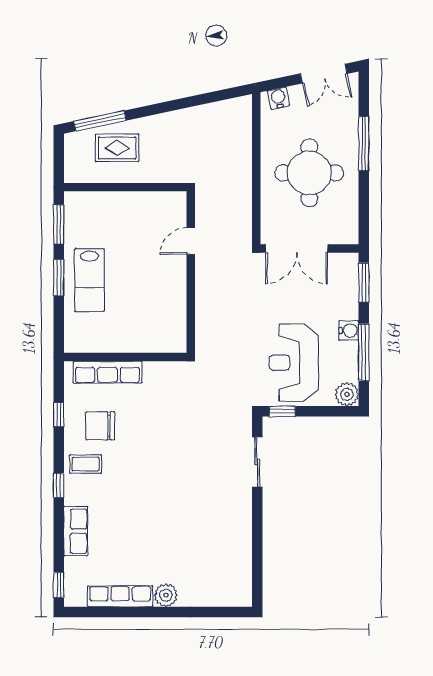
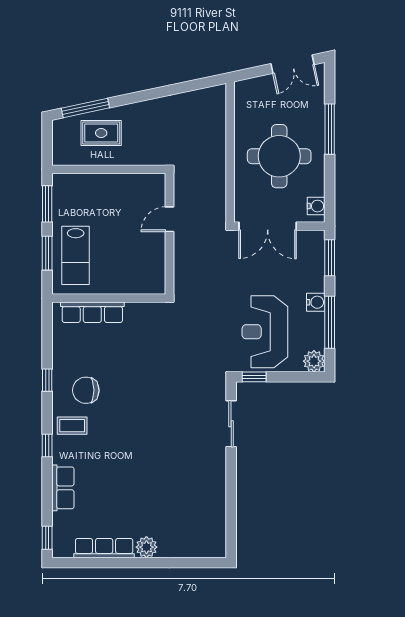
water cooler: (278, 98) -> (316, 206), moved, turned 102
wall: (125, 357) -> (109, 298), moved
row of seats: (107, 372) -> (92, 312), moved

